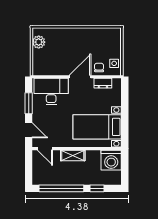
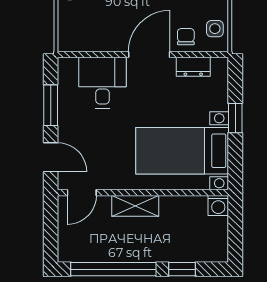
desk: (51, 92) -> (103, 83), width x0.73
window: (125, 110) -> (235, 118), added
door: (45, 149) -> (82, 193), hinge flipped
washing machine: (111, 160) -> (218, 205), width x0.53, depth x0.53

